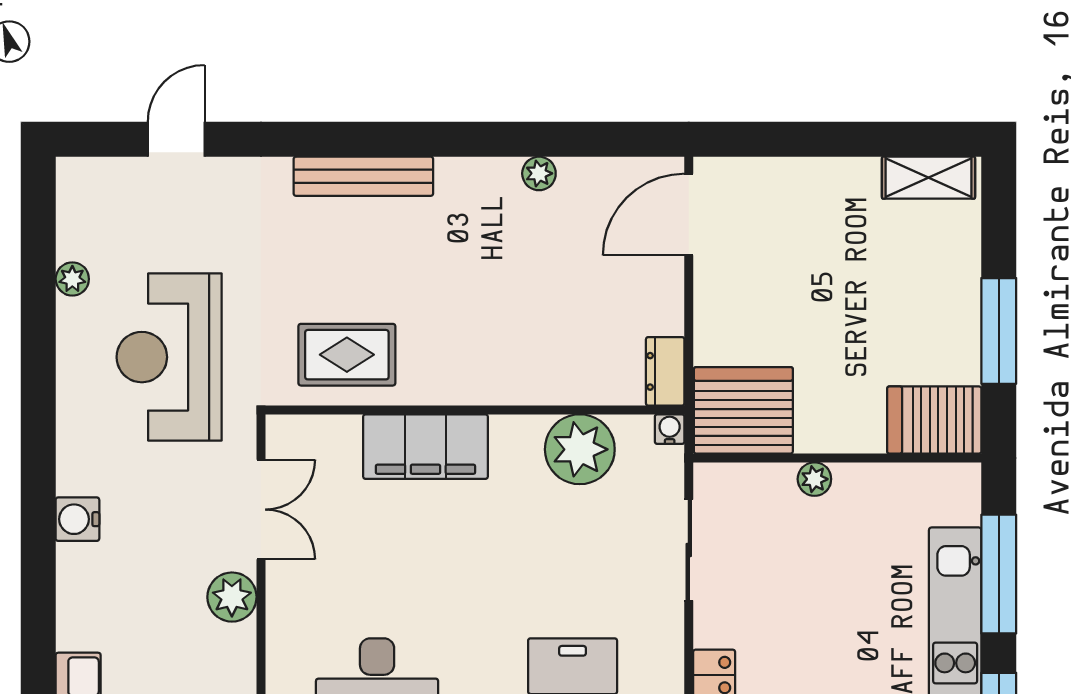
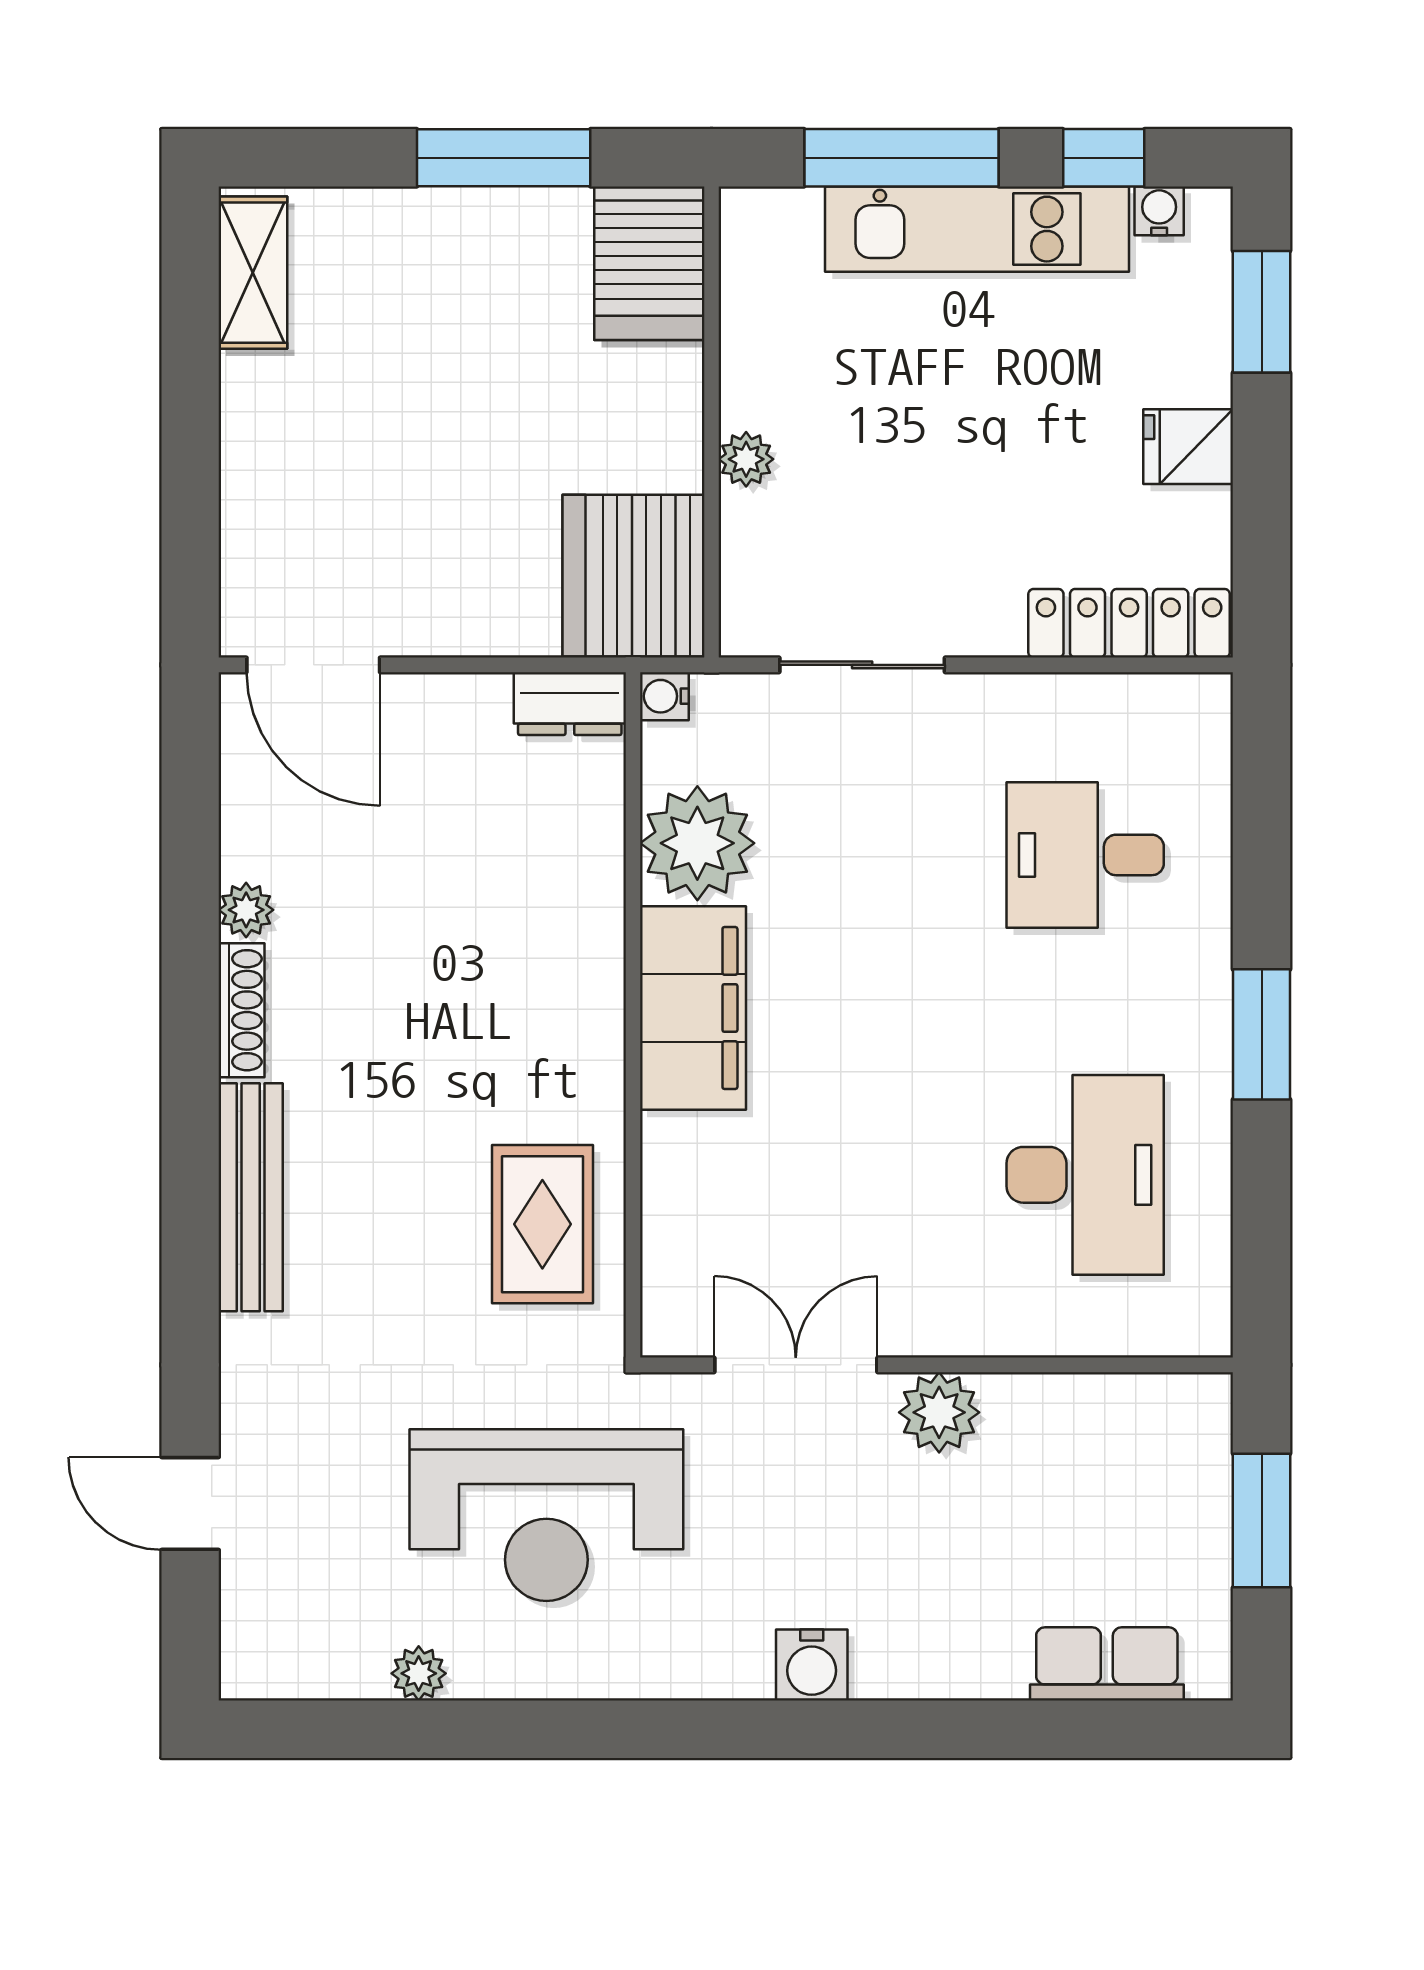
shoe rack: (478, 171) -> (241, 1010), added
filing cabinet: (425, 447) -> (693, 1008), moved

